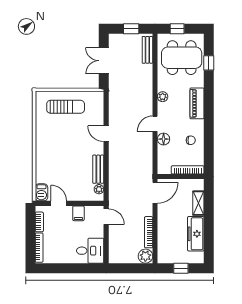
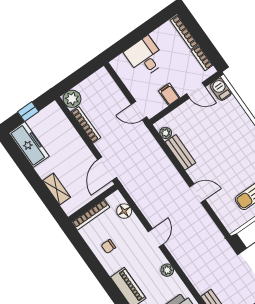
floor lamp: (164, 139) -> (124, 211), moved
freezer: (196, 234) -> (29, 145), moved
desk: (90, 251) -> (145, 57), moved, turned 90

